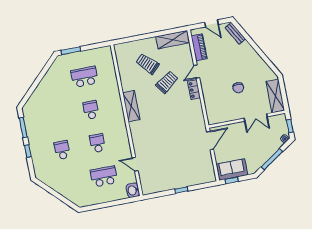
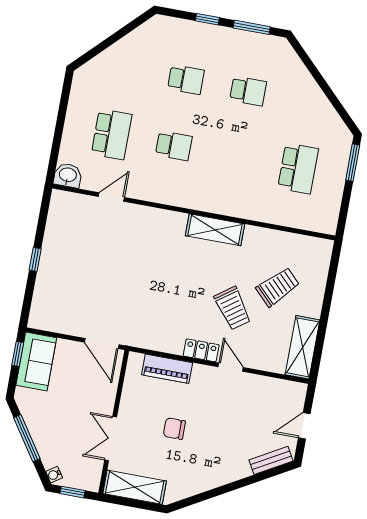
piano: (199, 47) -> (167, 369), moved
school desk: (91, 110) -> (248, 91), moved

